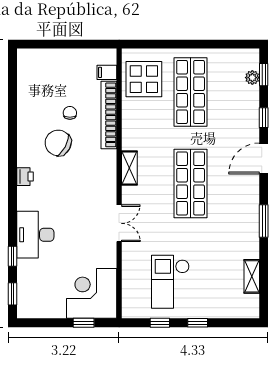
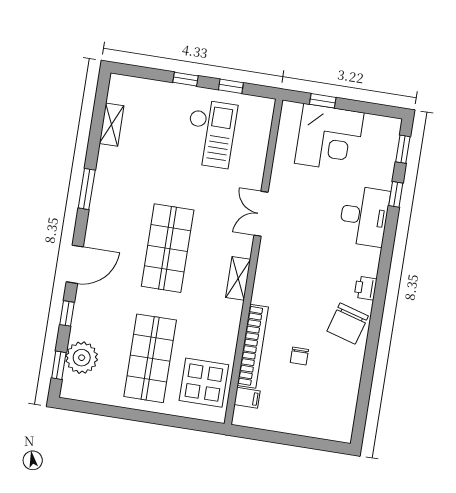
plant: (252, 78) -> (82, 358), width x1.88, depth x1.88
chair: (58, 143) -> (348, 324), moved, turned 78
corner desk: (92, 293) -> (329, 138), moved

